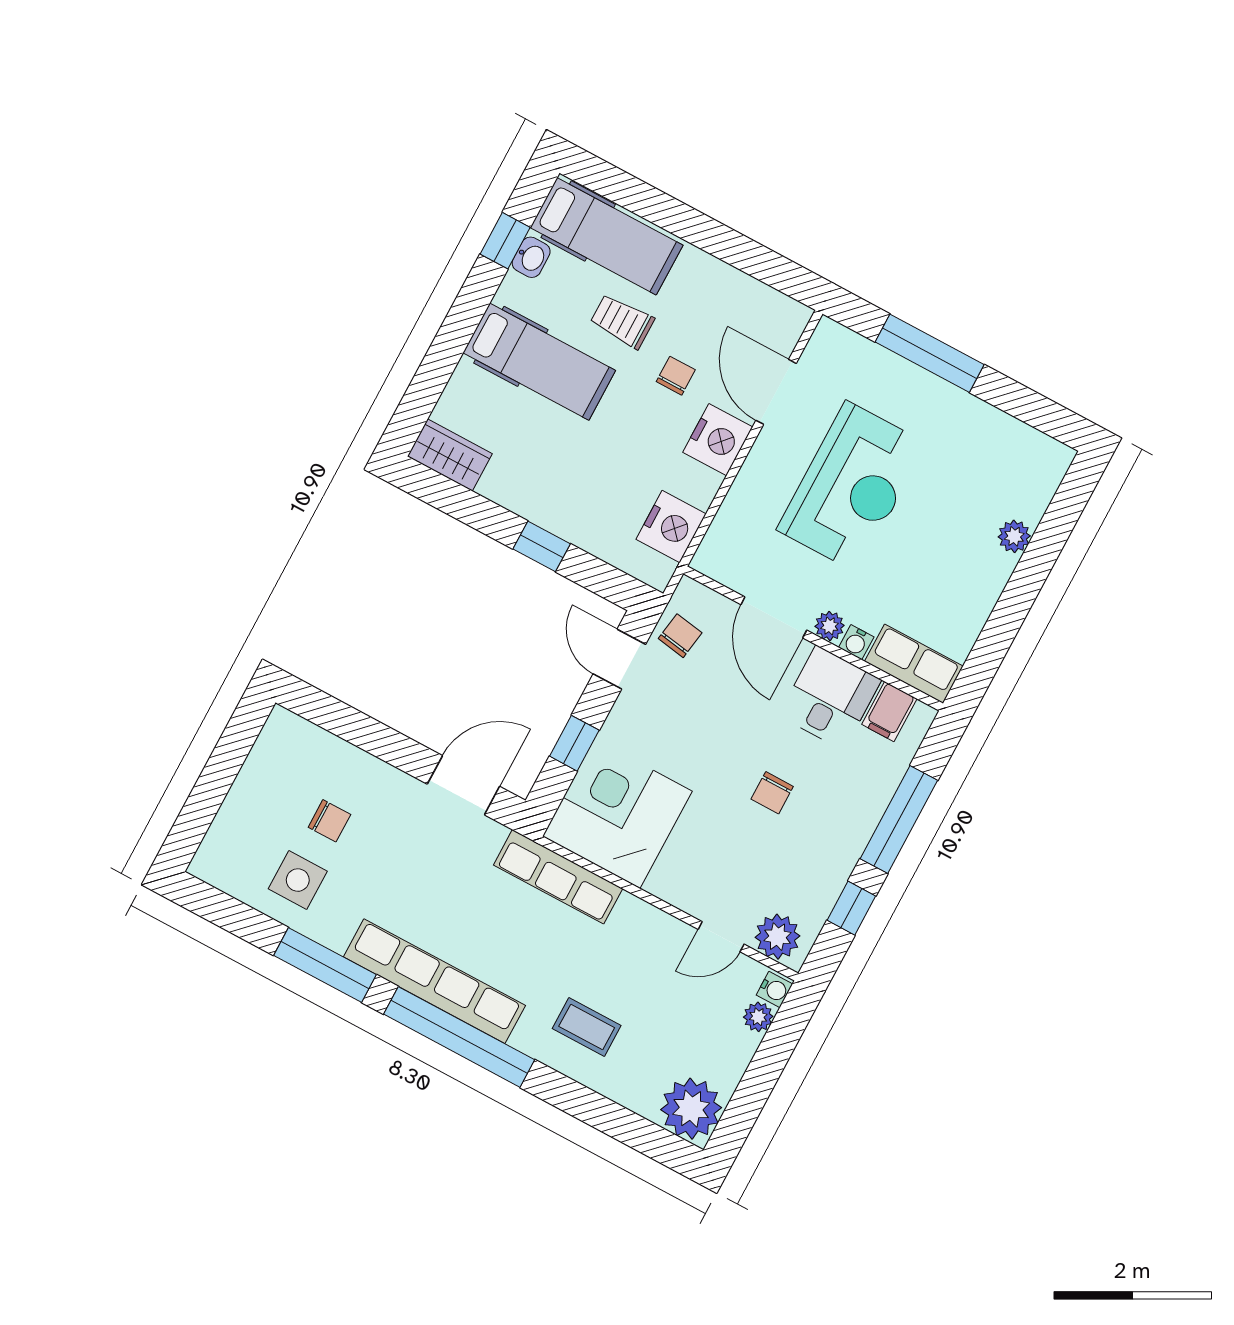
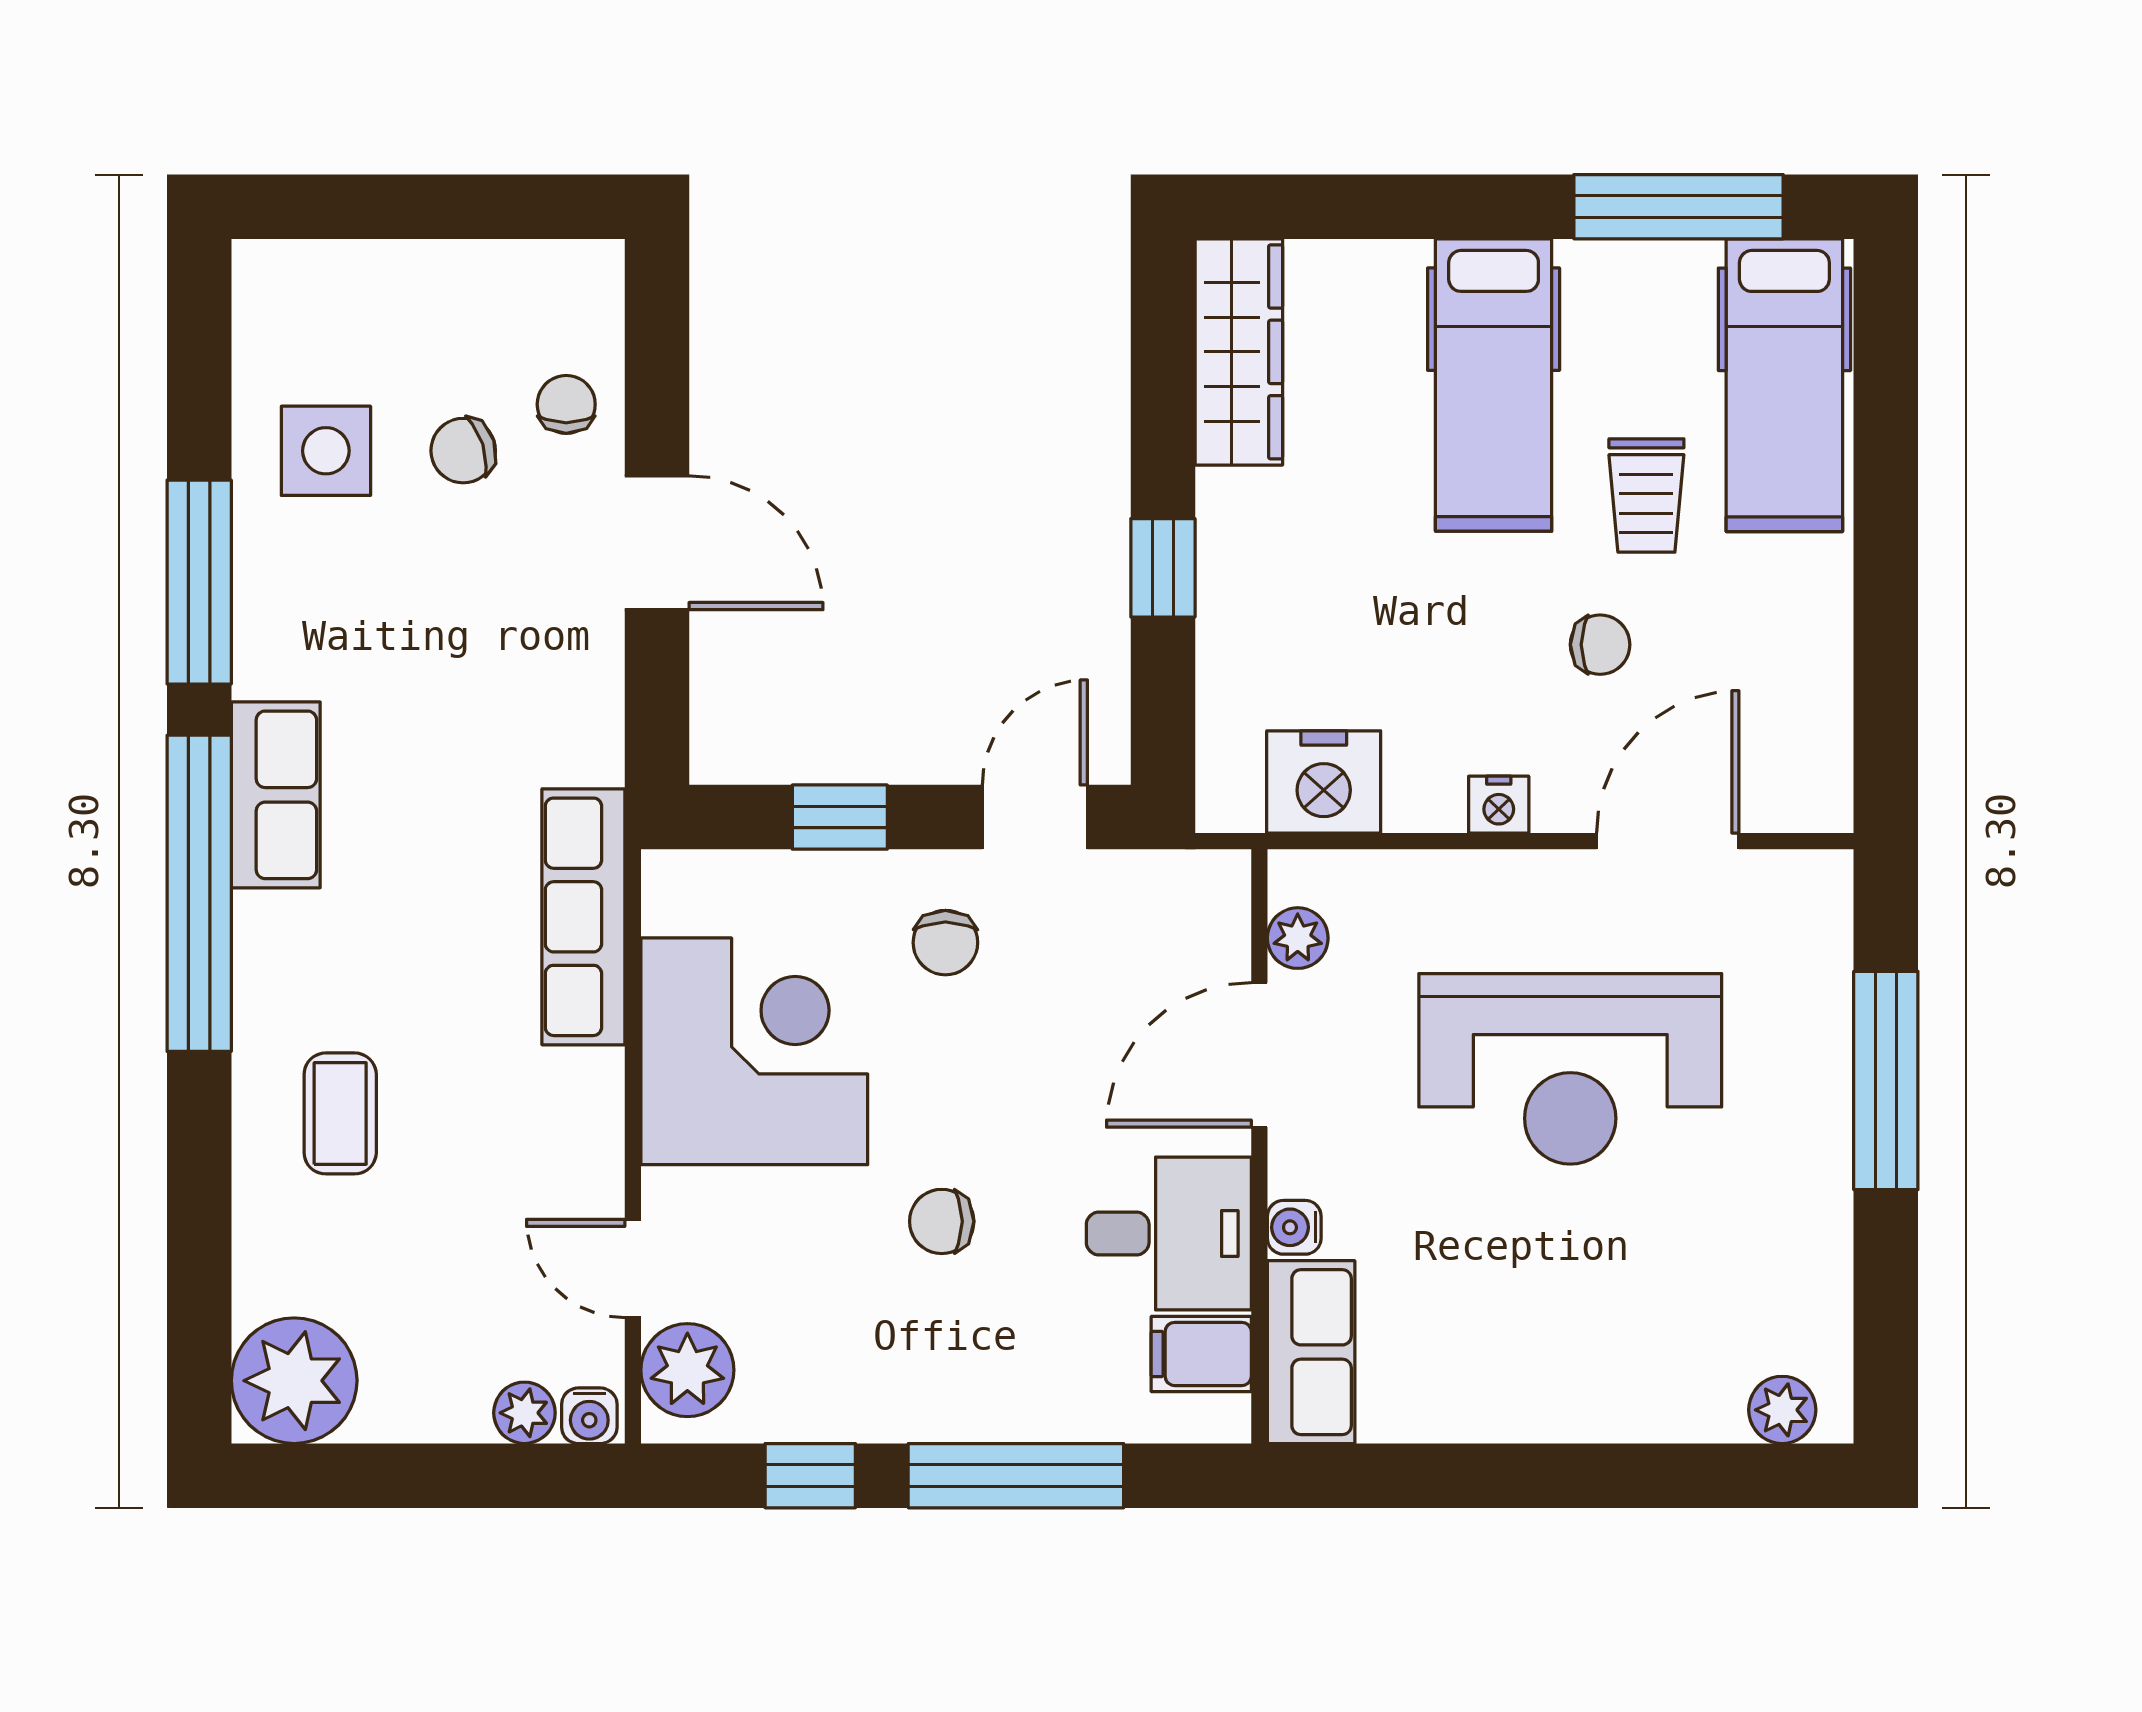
window: (505, 241) -> (1678, 207), width x2.17
washbasin: (531, 257) -> (1674, 270), removed
trolley: (622, 321) -> (1646, 495), turned 180
nightstand: (718, 440) -> (1499, 805), width x0.53, depth x0.56
wardrobe: (450, 455) -> (1239, 352), width x1.50
plant: (1014, 536) -> (1782, 1410), moved
plant: (830, 626) -> (1298, 938), moved
chair: (680, 636) -> (945, 943), moved, turned 81
chair: (333, 766) -> (566, 404), added
door: (463, 785) -> (657, 543), moved
corner desk: (617, 814) -> (754, 1051), moved
chair: (329, 821) -> (463, 451), turned 72
row of seats: (434, 981) -> (276, 795), width x0.50

